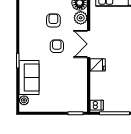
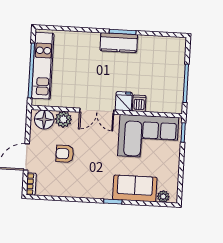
armchair: (57, 46) -> (97, 151), removed
corner sofa: (71, 86) -> (148, 137), added
dishwasher: (97, 105) -> (139, 103), moved

